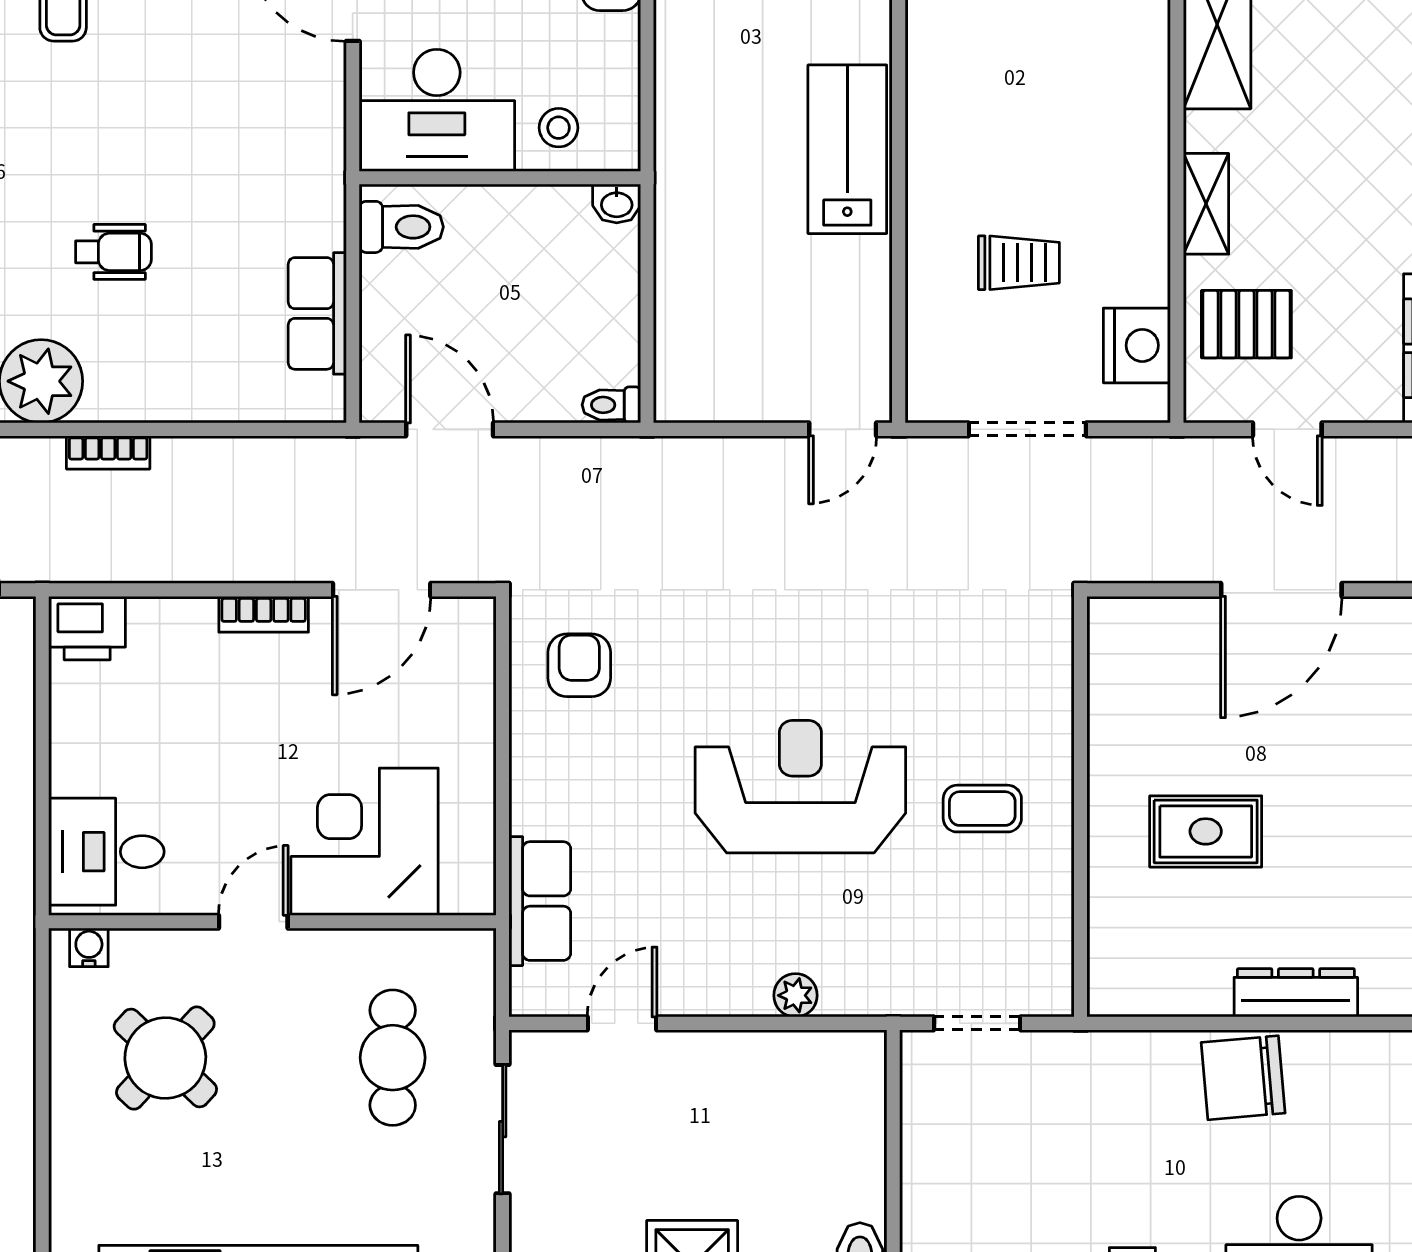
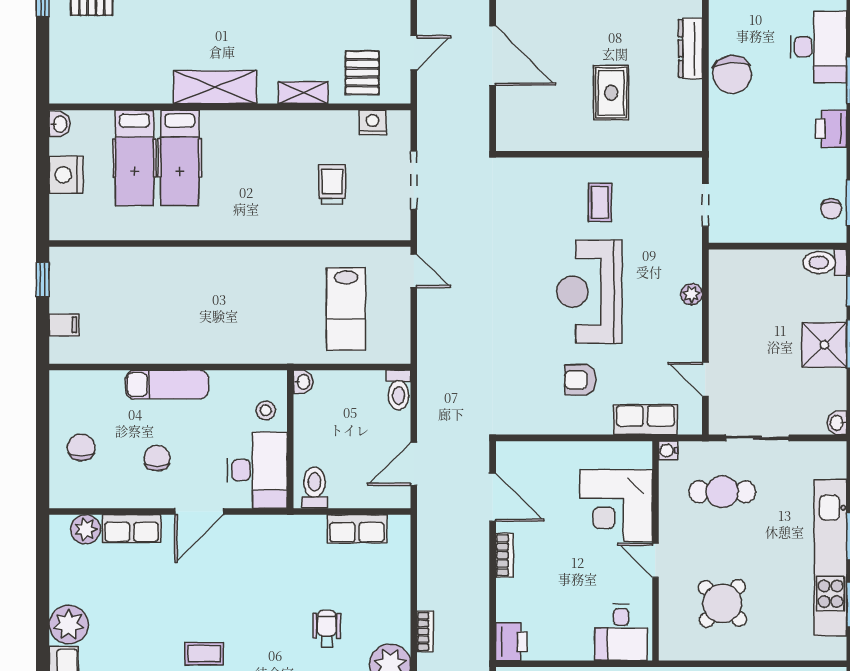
lab bench: (847, 149) -> (346, 309), moved, turned -90
nightstand: (1137, 345) -> (373, 122), width x0.74, depth x0.75
toilet: (611, 405) -> (399, 390), width x1.37, depth x1.39
armchair: (579, 665) -> (580, 380), moved
water cooler: (89, 947) -> (668, 450), moved

